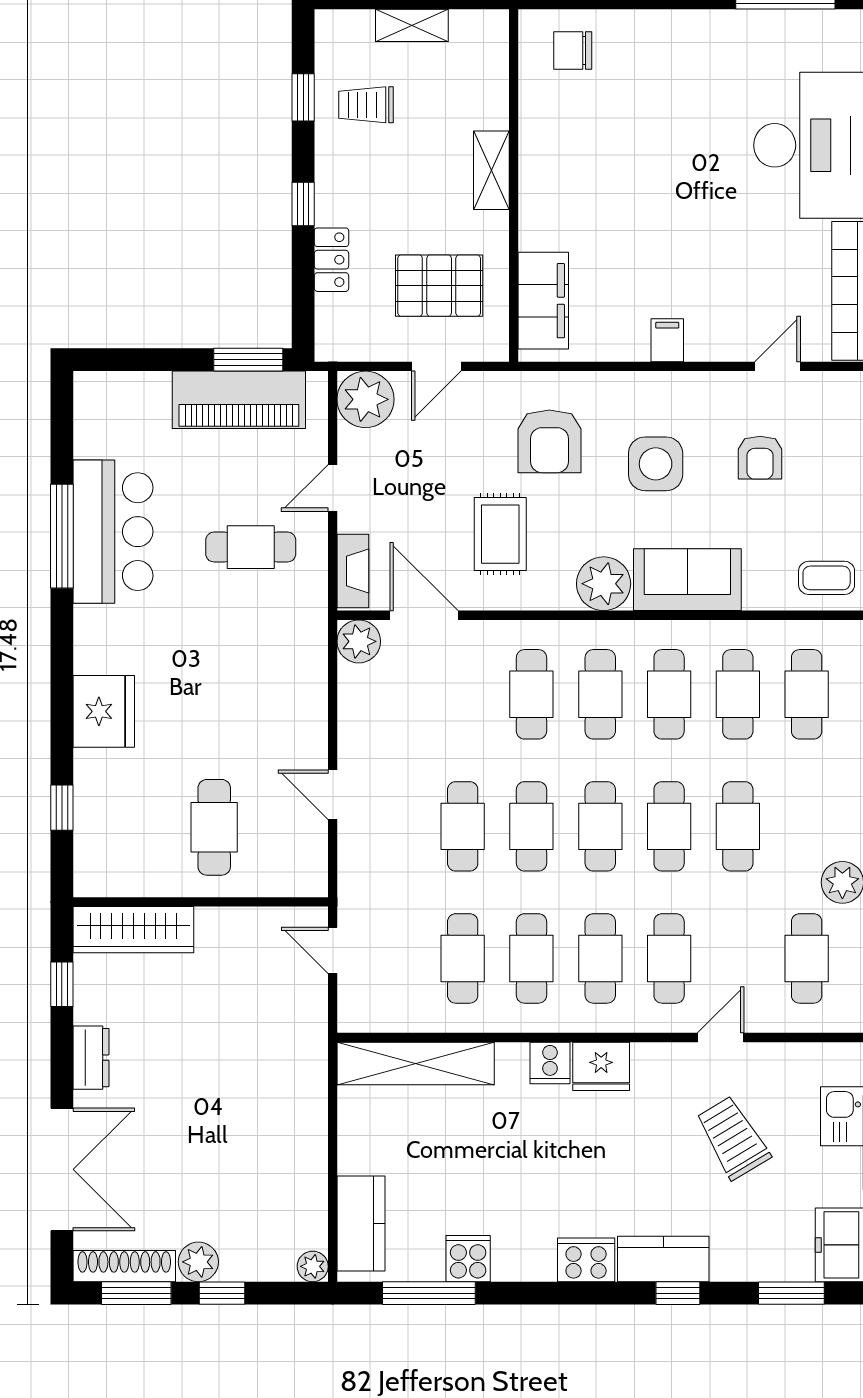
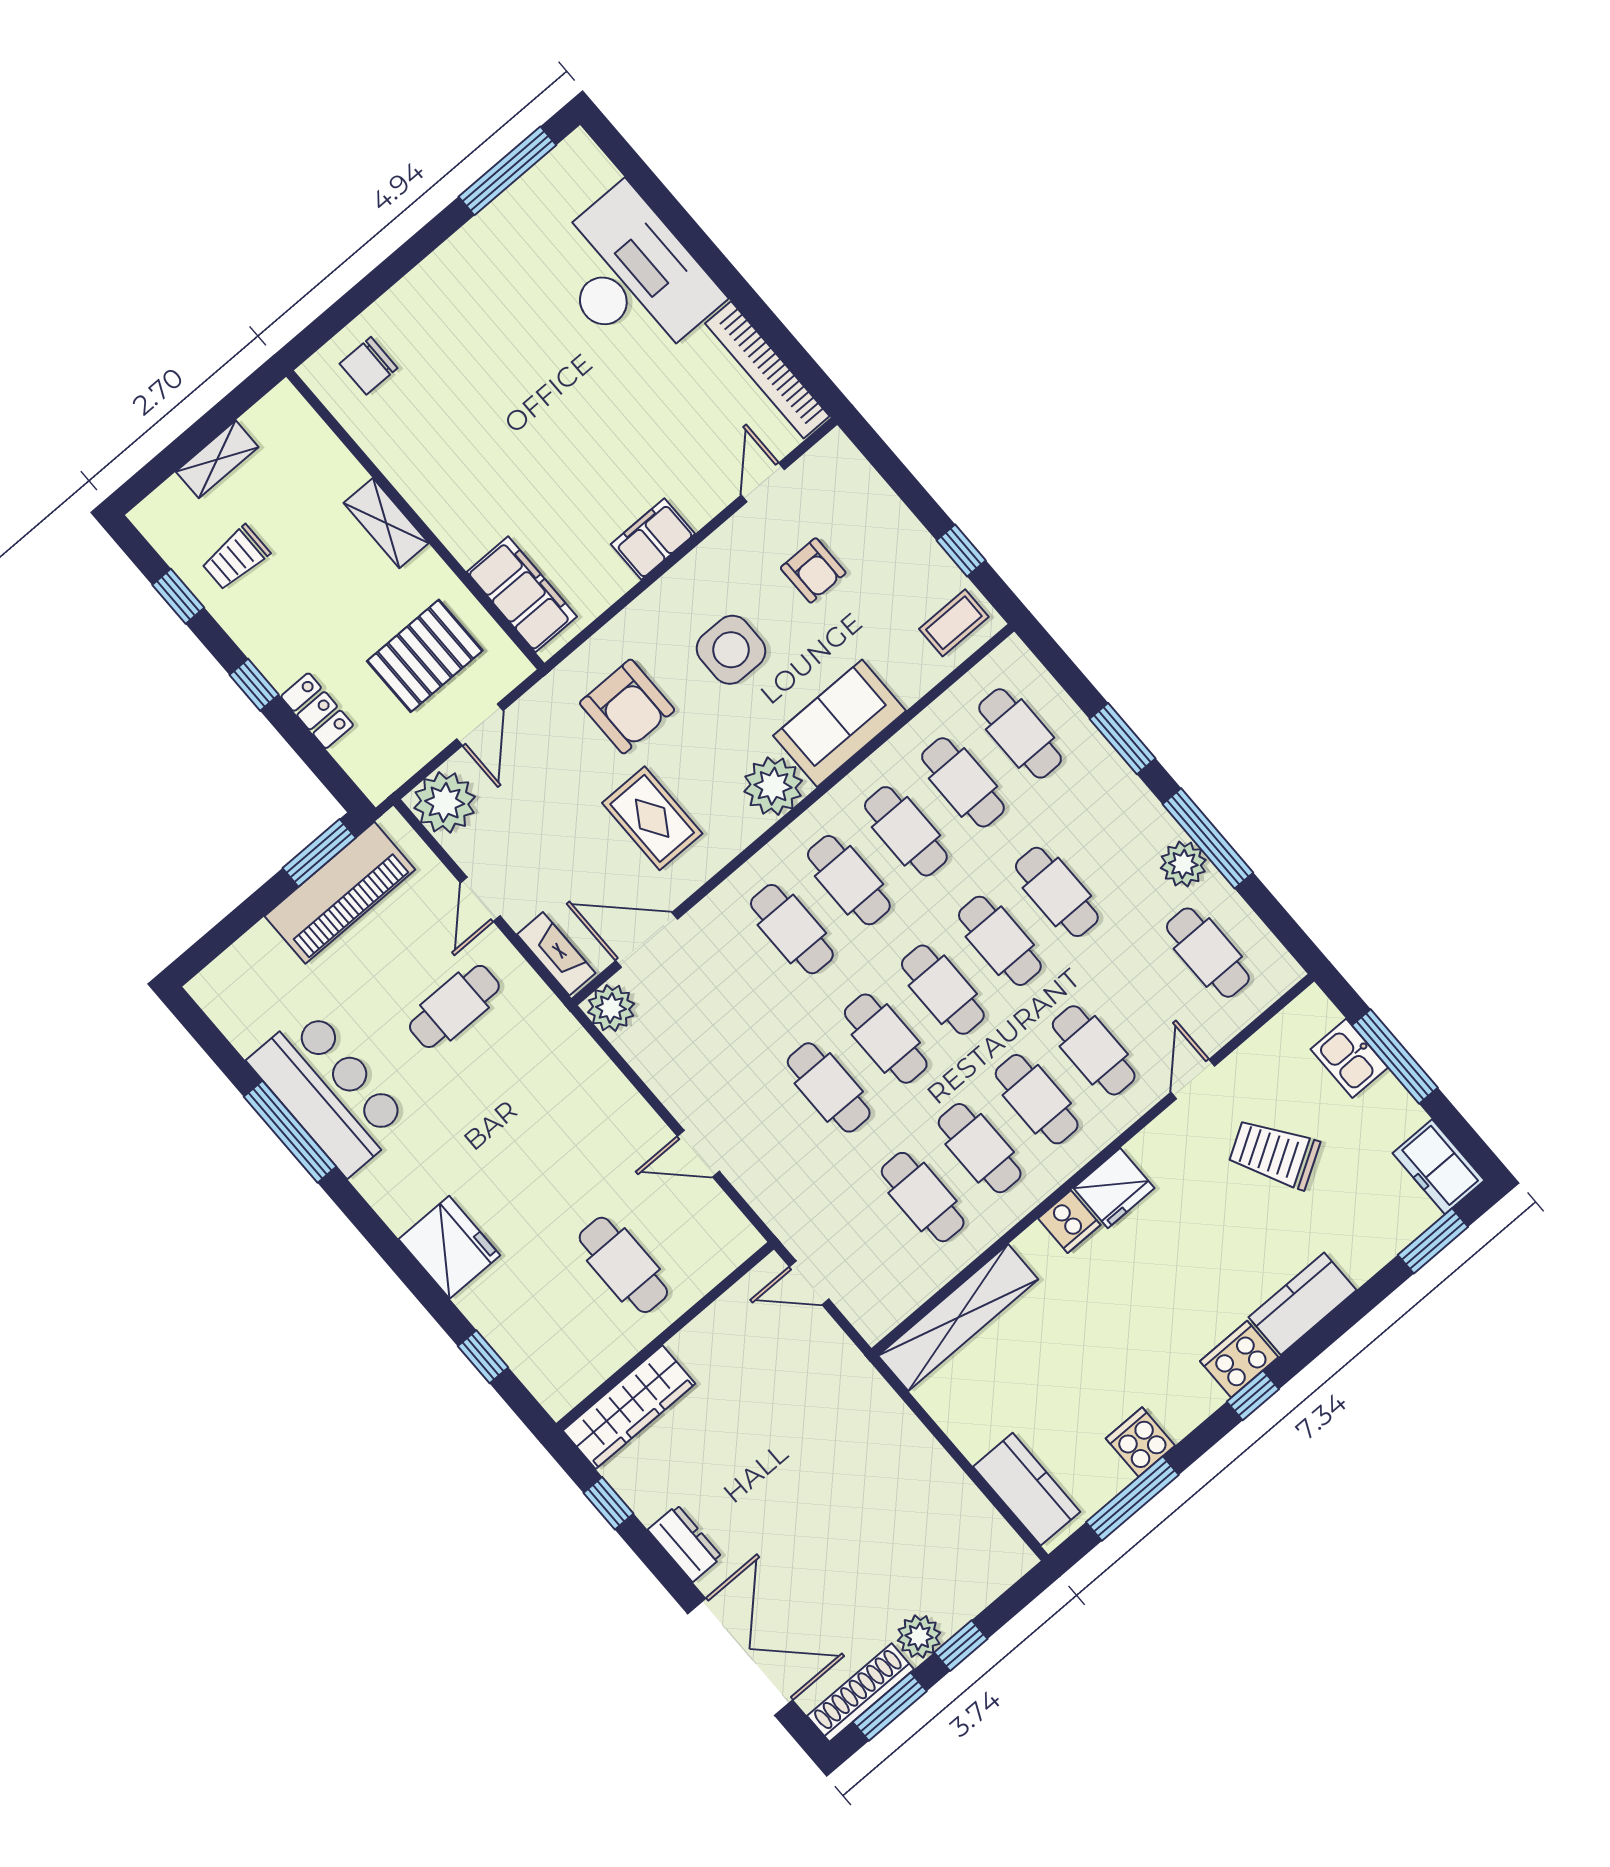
filing cabinet: (667, 340) -> (653, 539), width x2.00
plant: (313, 1266) -> (1017, 1559), removed
window: (678, 1293) -> (1253, 1395), moved

